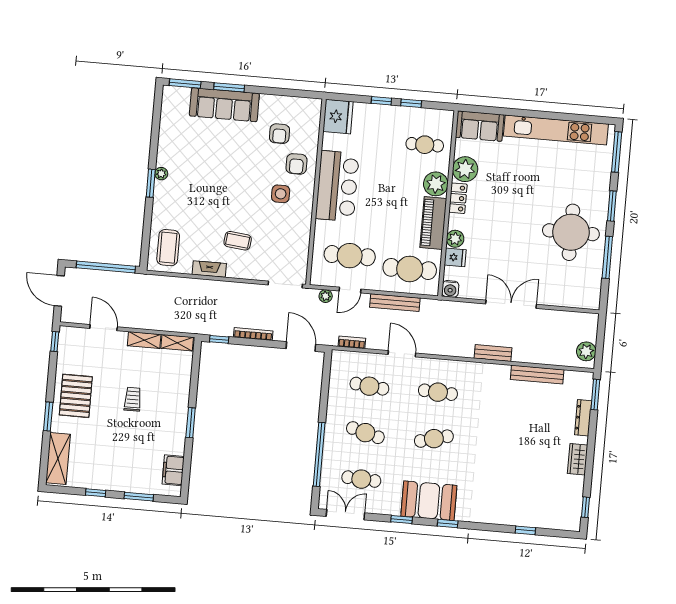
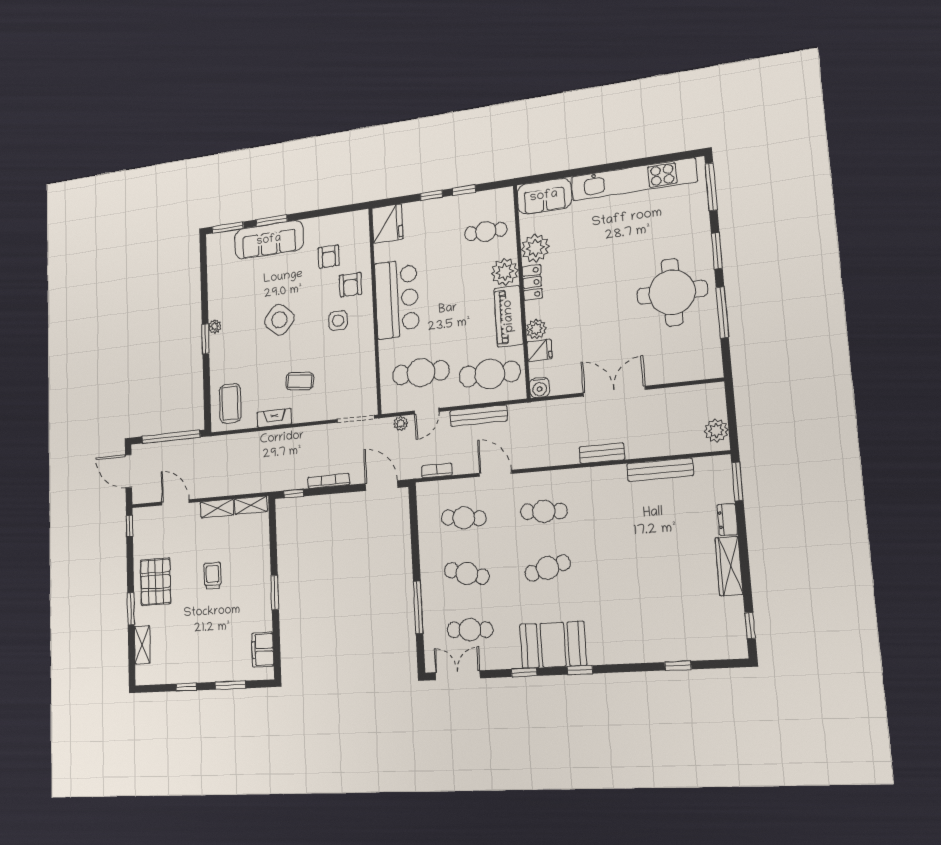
side table: (225, 181) -> (279, 320), added
dresser: (583, 418) -> (727, 520), width x0.70
window: (319, 454) -> (418, 607), width x0.68
shelving: (58, 459) -> (142, 645), width x0.67, depth x0.75
wardrobe: (578, 459) -> (729, 566), width x1.50

